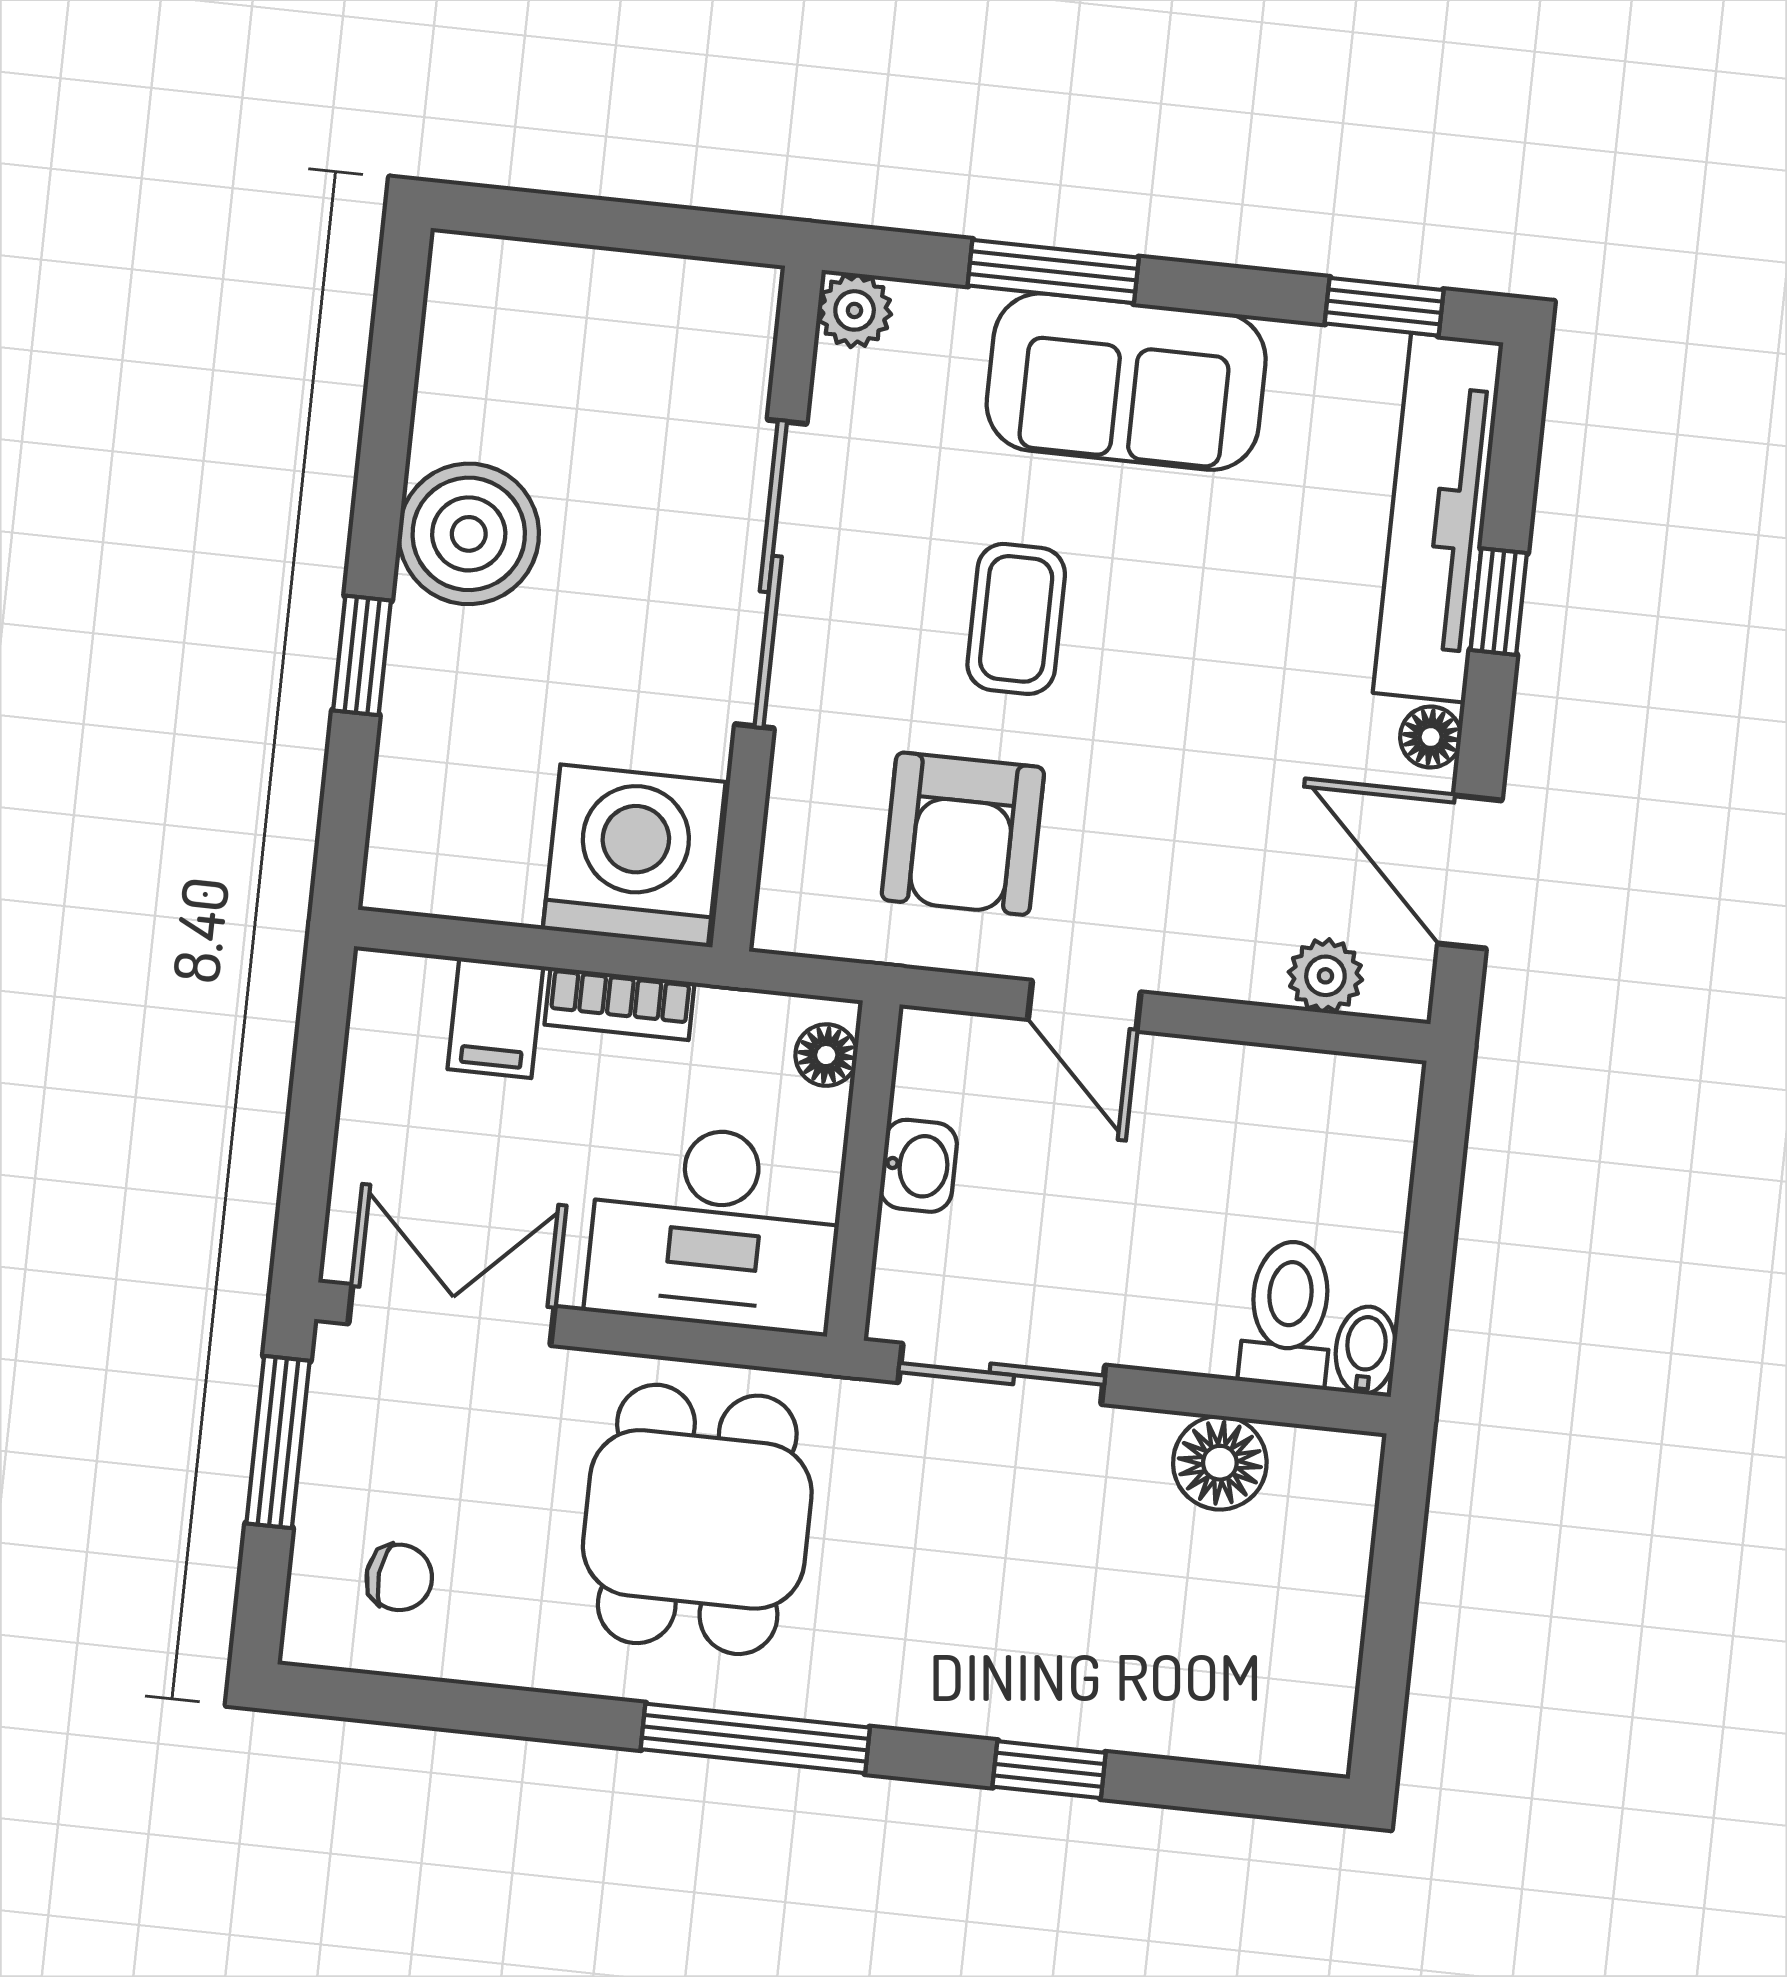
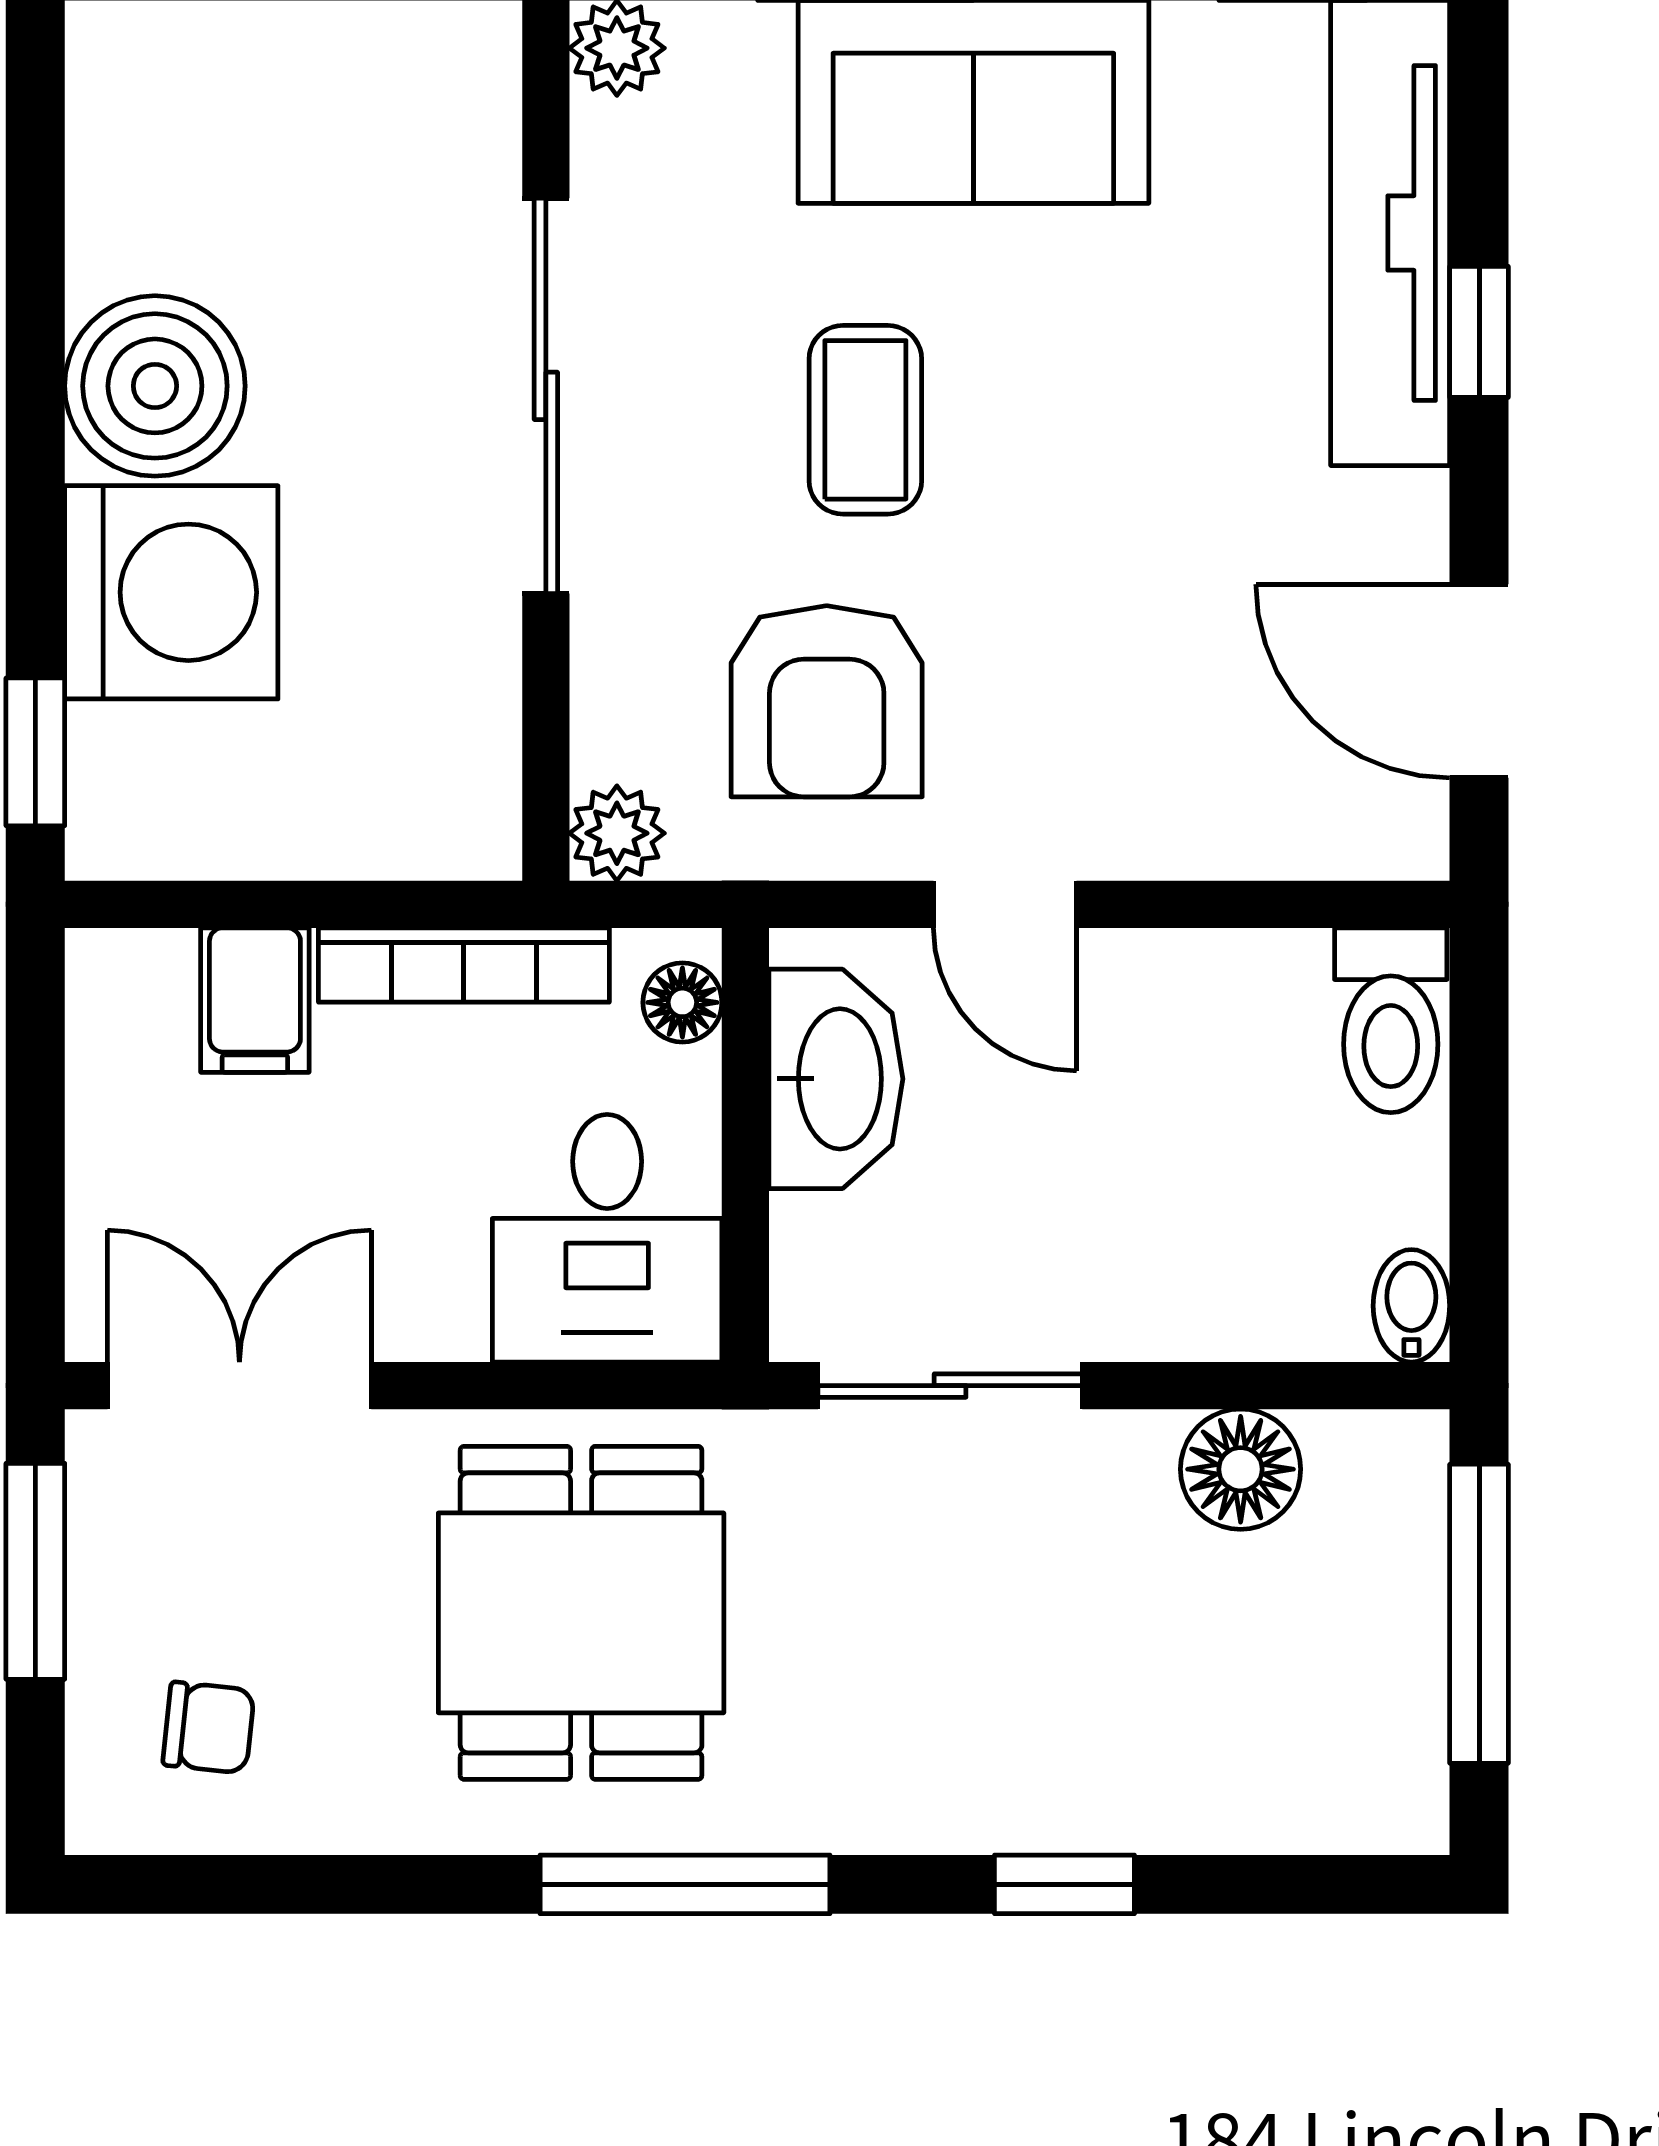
window: (362, 655) -> (35, 752), moved
floor lamp: (1431, 737) -> (1411, 514), removed
washing machine: (634, 856) -> (171, 592), moved, turned 90
plant: (1325, 976) -> (617, 833), moved
bookcase: (620, 1004) -> (464, 965), width x1.56
washbasin: (918, 1166) -> (836, 1079), width x1.91, depth x1.45
desk: (715, 1228) -> (607, 1238), width x0.73
toilet: (1288, 1314) -> (1391, 1020), moved, turned 180
window: (1393, 1594) -> (1479, 1614), added

